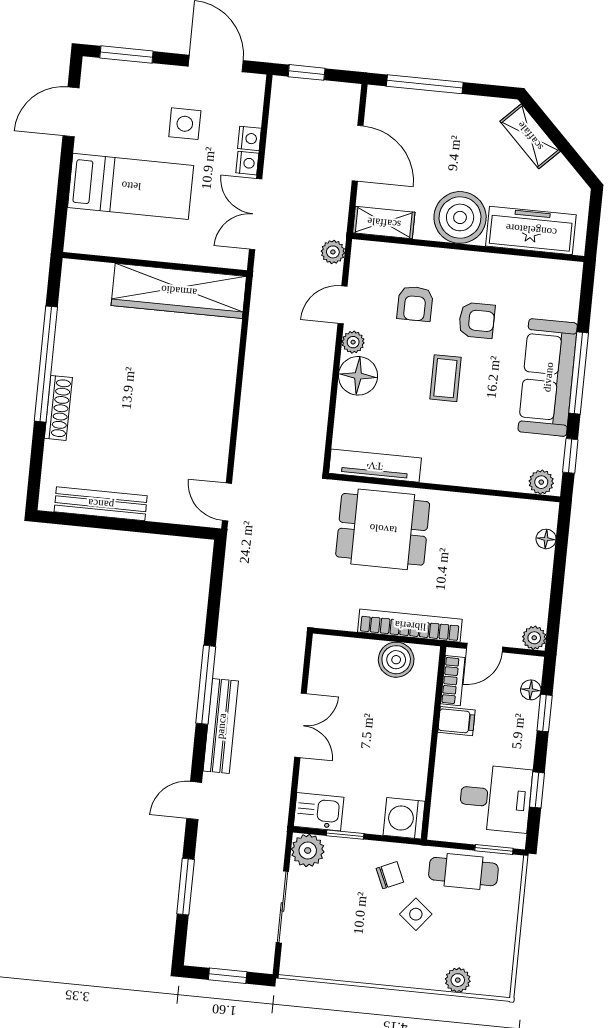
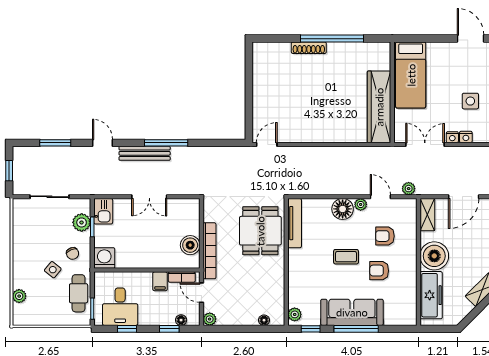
bed: (131, 186) -> (411, 75), moved
armchair: (477, 320) -> (379, 271), turned 90
bench: (101, 504) -> (259, 76), removed
plant: (308, 850) -> (82, 222), moved

